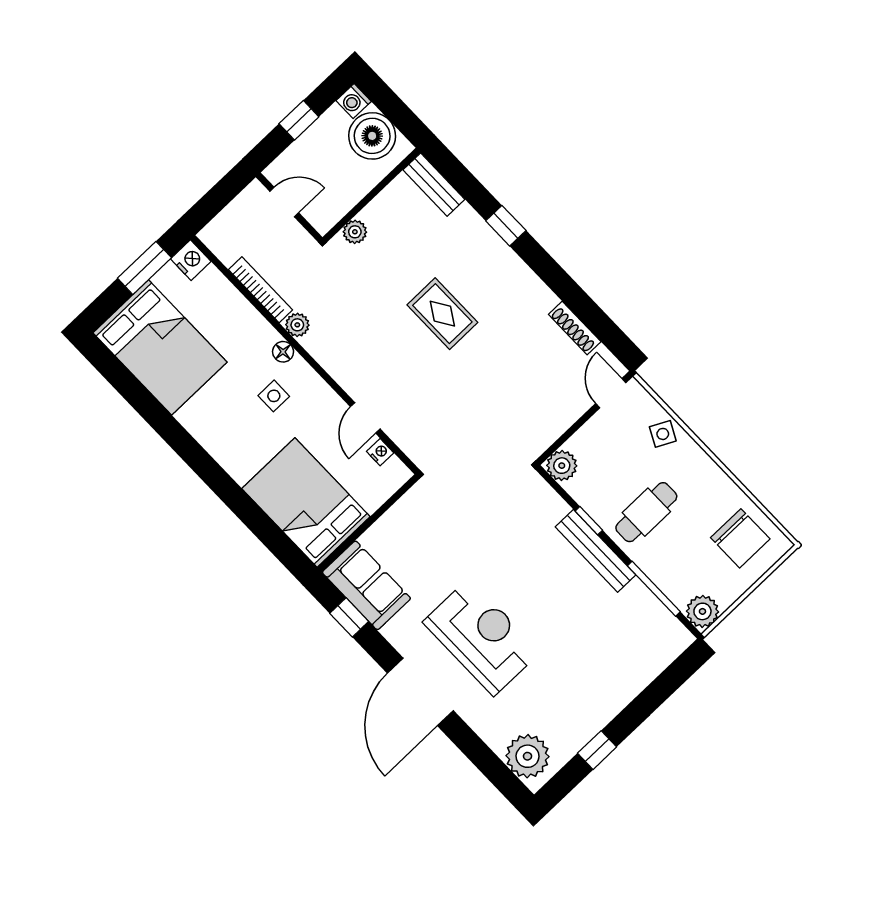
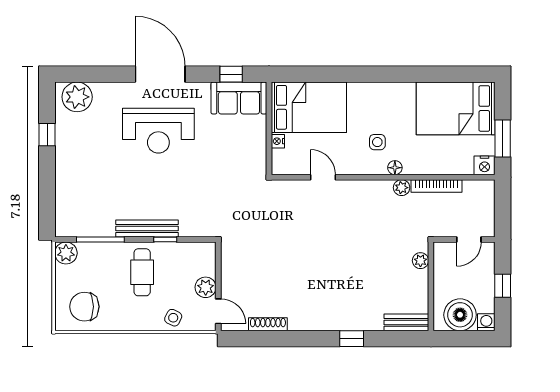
rug: (442, 314) -> (338, 265), removed
nightstand: (380, 452) -> (278, 141), moved, turned 90
plant: (562, 466) -> (206, 287), moved

